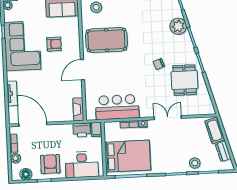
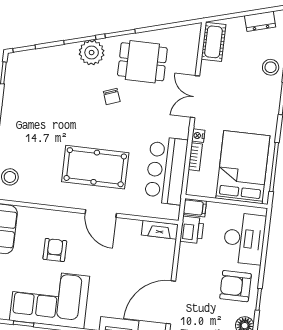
plant: (178, 26) -> (92, 53), moved
pool table: (106, 40) -> (95, 167), moved, turned 90
cot: (215, 130) -> (214, 42), moved, turned -74

